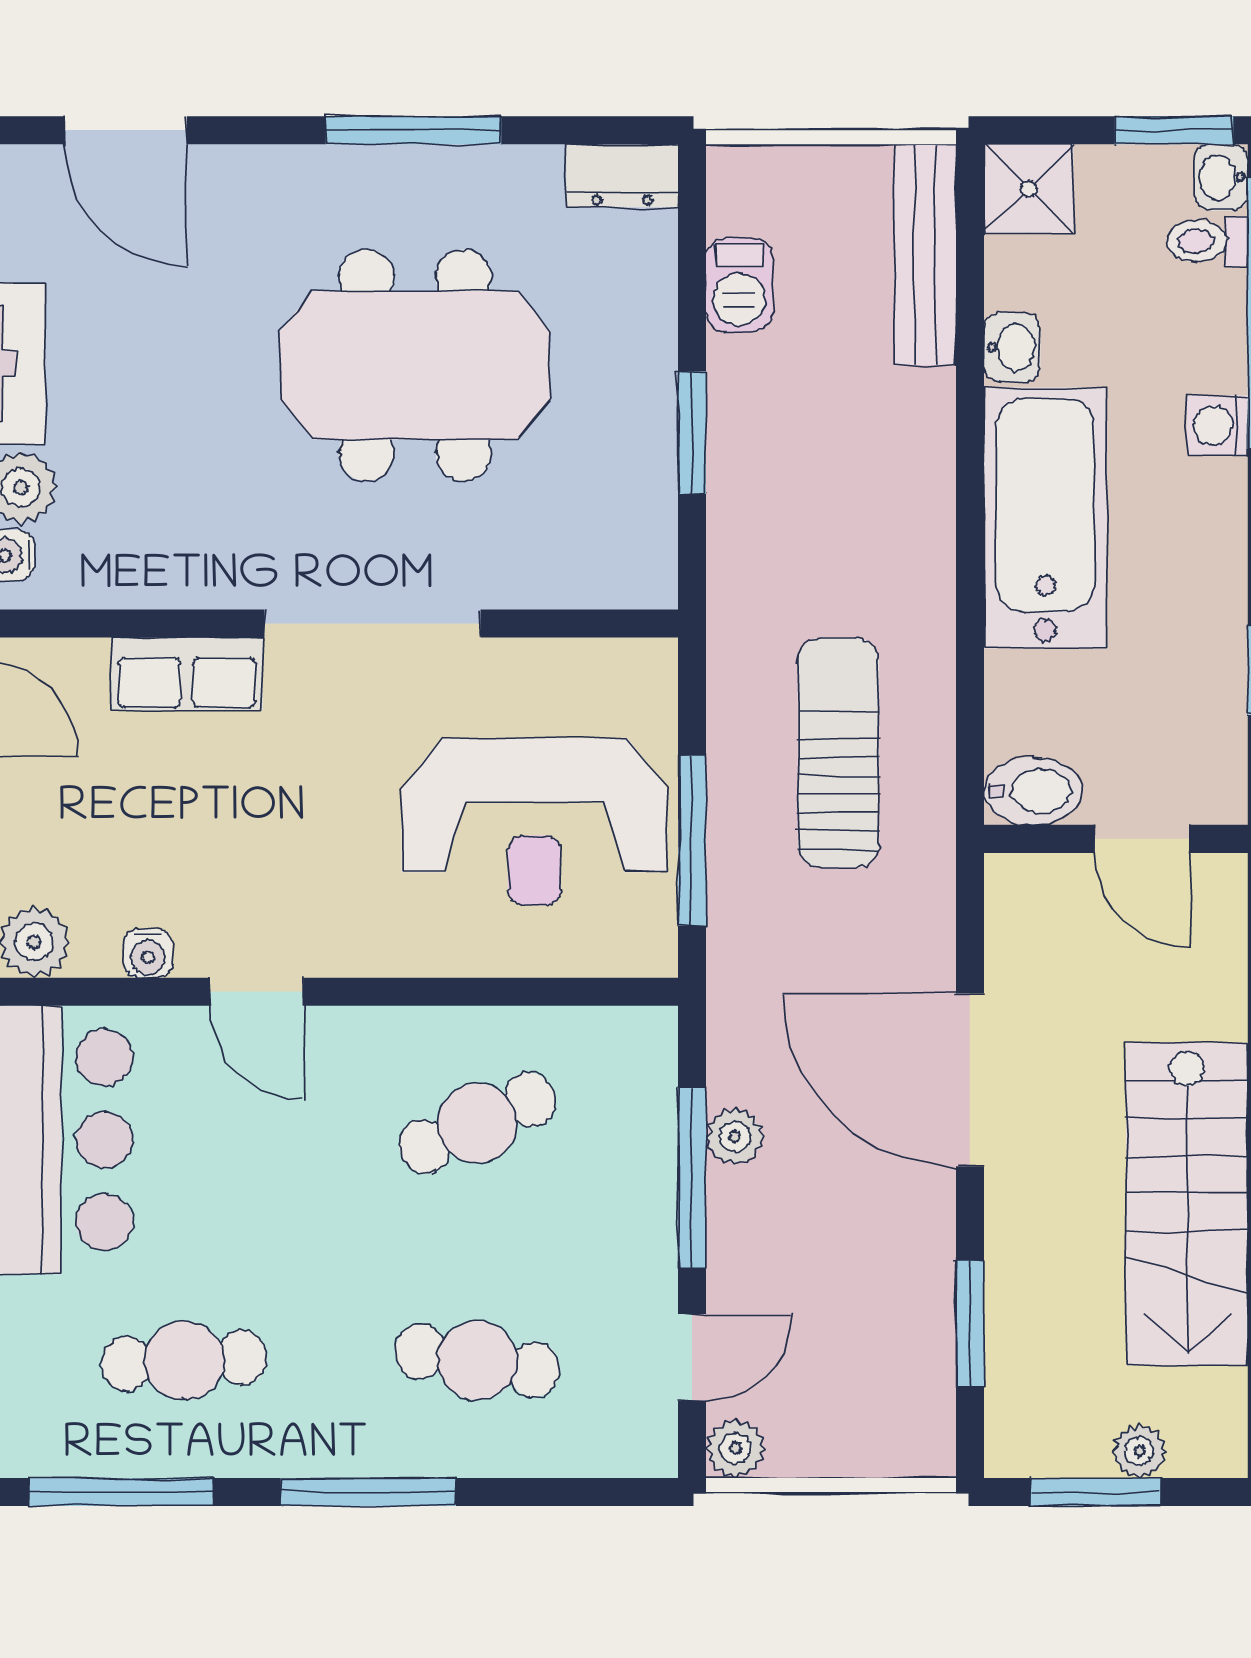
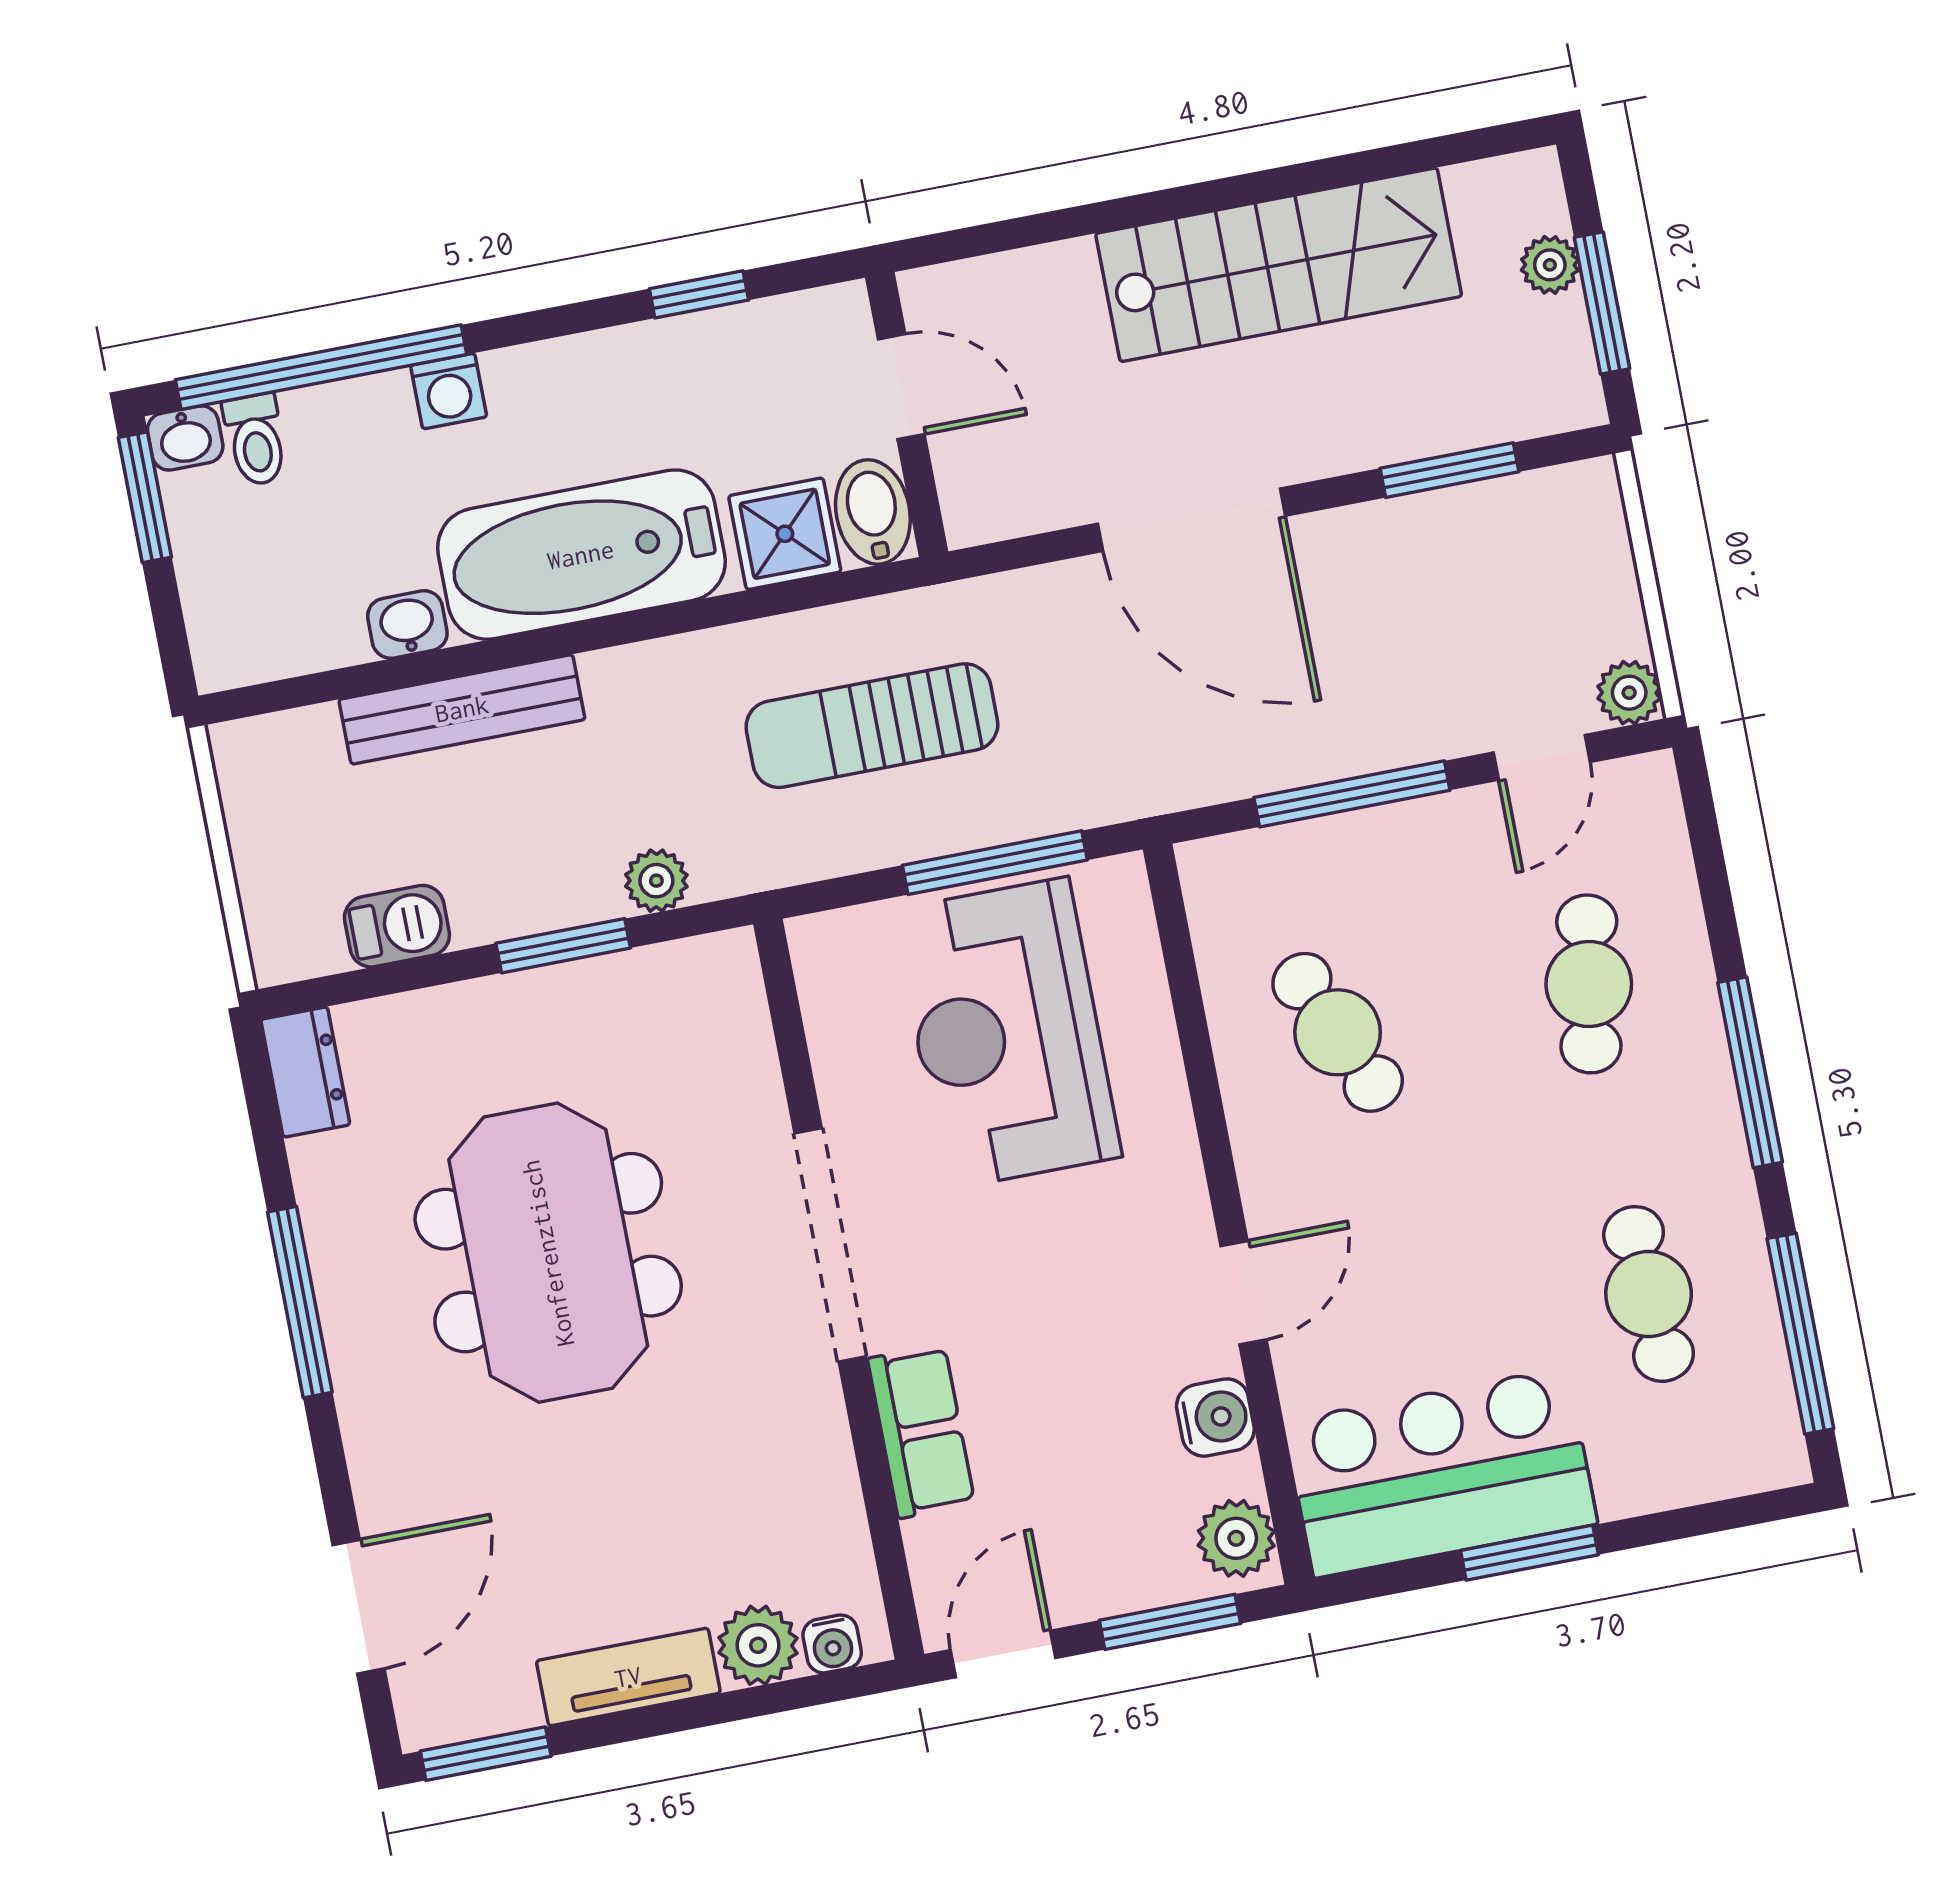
shower: (1029, 189) -> (785, 534), moved
bench: (925, 255) -> (462, 709), moved
reception desk: (534, 822) -> (1007, 1033), turned 180
door: (1142, 839) -> (901, 387), hinge flipped
water cooler: (148, 953) -> (1215, 1418), width x1.38, depth x1.38
door: (970, 1080) -> (1191, 520), hinge flipped
plant: (735, 1137) -> (656, 881), moved
door: (692, 1357) -> (1542, 757), swing flipped

